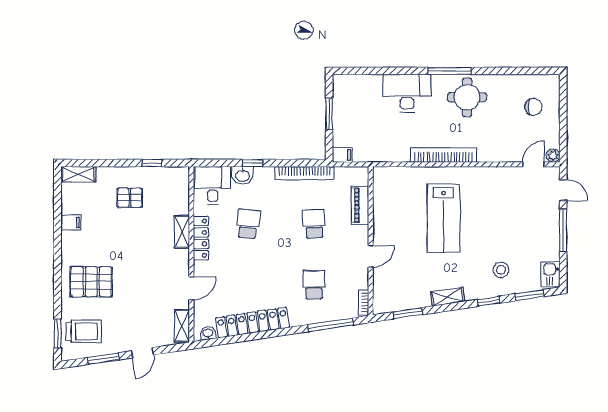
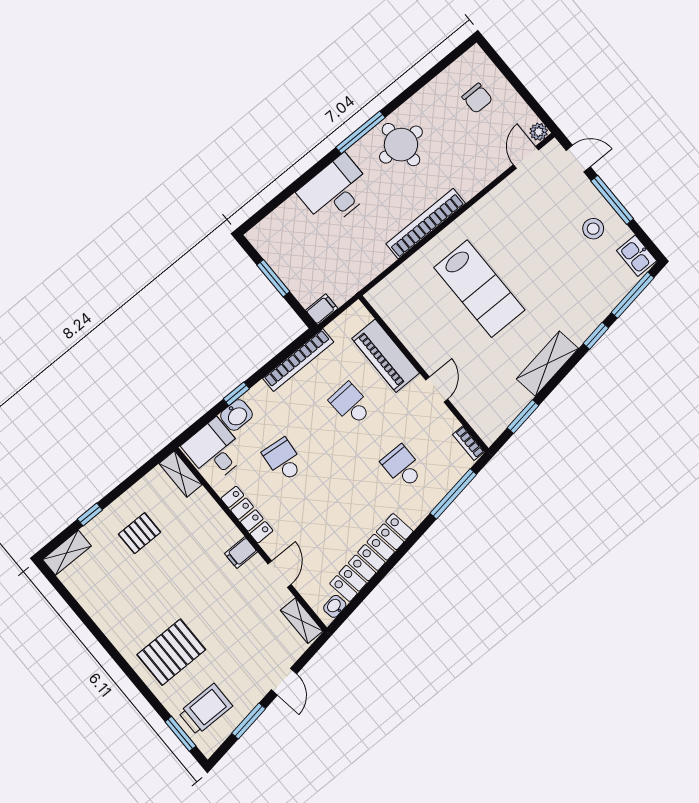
chair: (533, 107) -> (477, 98), turned 90
window: (152, 163) -> (90, 514), moved
piano: (360, 205) -> (386, 356), width x1.37, depth x1.33
filing cabinet: (71, 223) -> (241, 553), moved, turned 180
shelving: (182, 232) -> (181, 474), moved
stool: (501, 270) -> (593, 229), moved
window: (529, 295) -> (633, 295), width x1.44
shelving: (448, 297) -> (547, 364), width x1.50, depth x1.33

